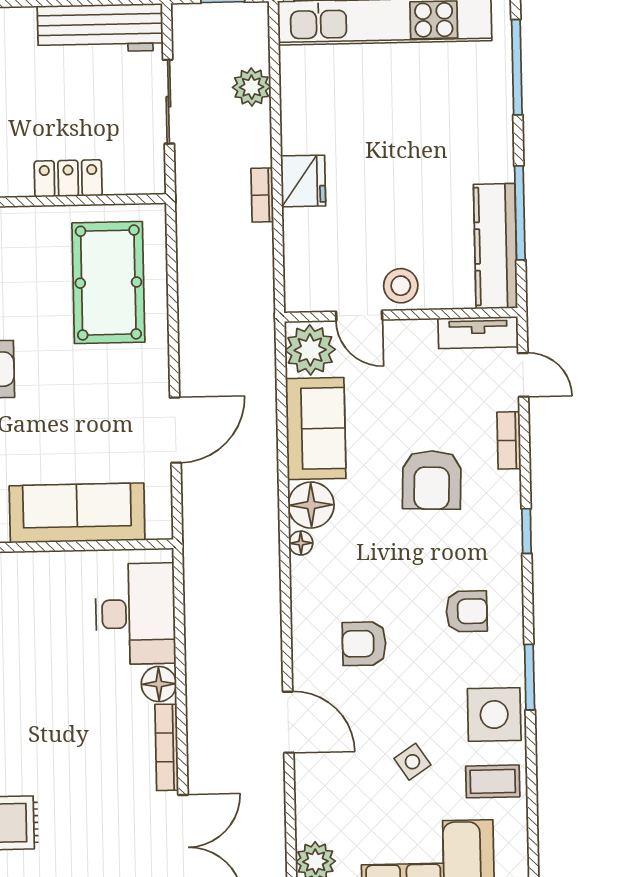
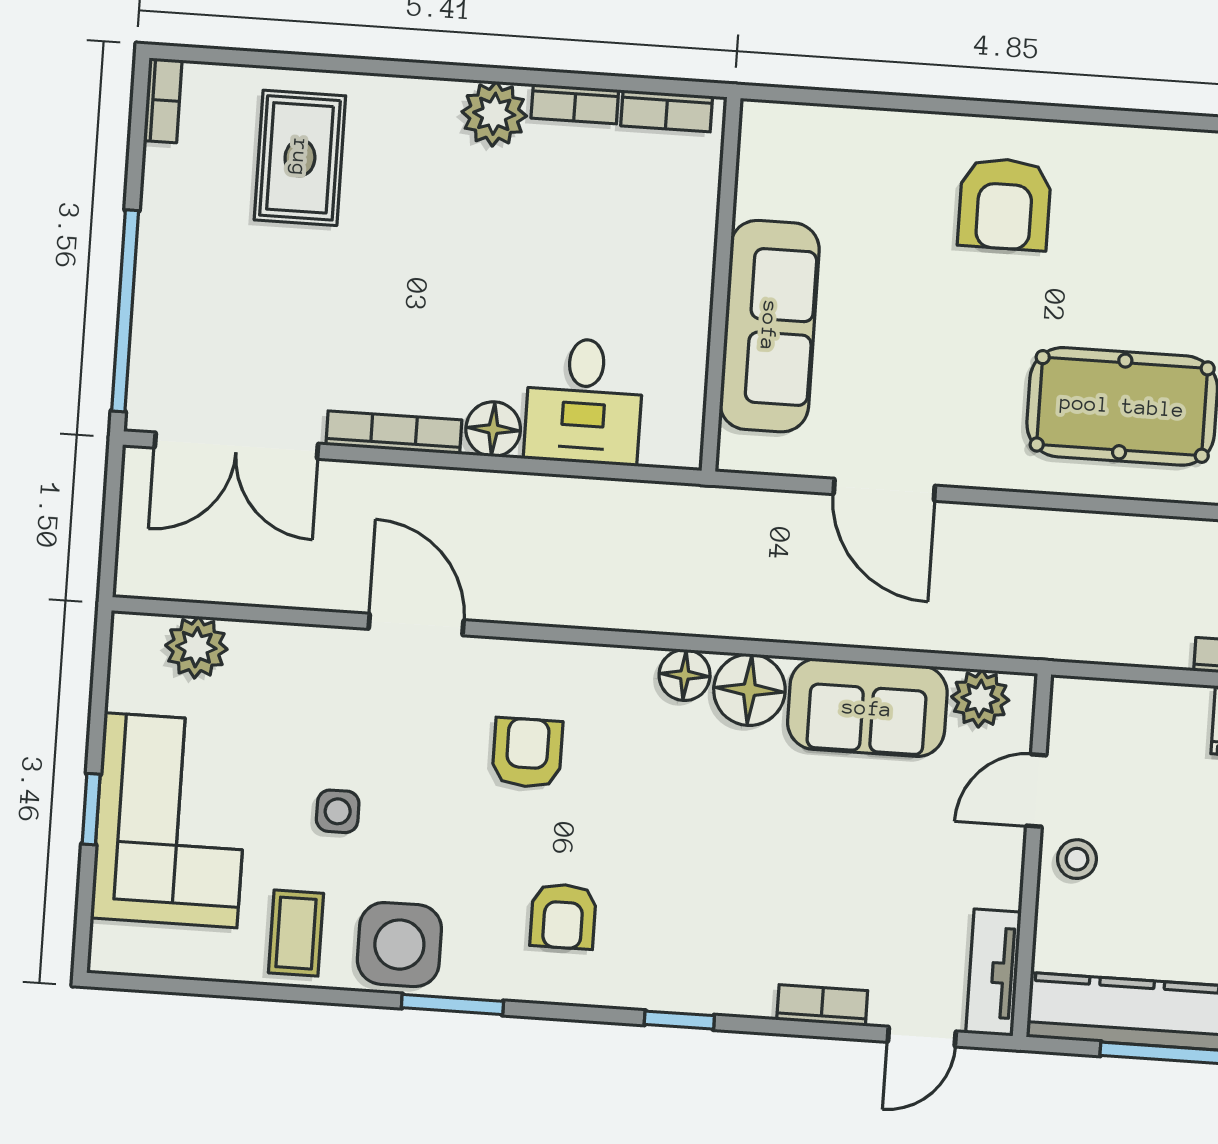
stool: (401, 286) -> (1077, 859), width x0.73, depth x0.73
plant: (310, 350) -> (980, 699), width x0.73, depth x0.73
armchair: (432, 480) -> (772, 880), removed
floor lamp: (301, 543) -> (685, 675), width x1.37, depth x1.37
desk: (135, 614) -> (584, 401), width x0.73
door: (288, 722) -> (416, 625), swing flipped
side table: (412, 762) -> (338, 811), turned 34

